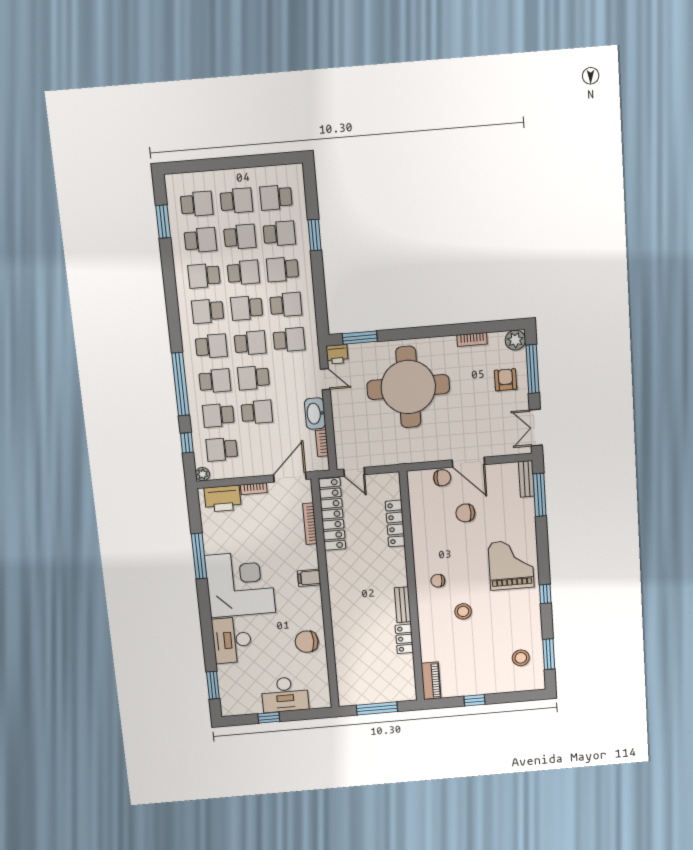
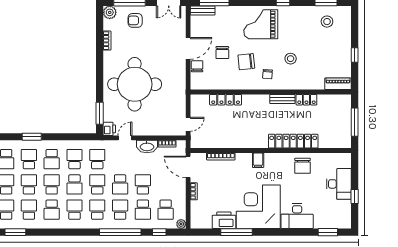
school desk: (208, 311) -> (74, 210), turned 180
printer: (223, 499) -> (224, 220), moved, turned -90
locker: (332, 514) -> (293, 141), moved
chair: (454, 549) -> (246, 62), added

